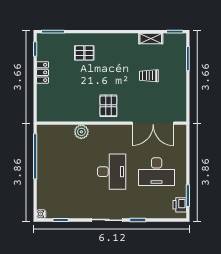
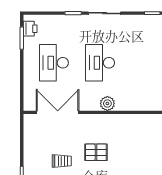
pallet: (108, 106) -> (96, 152), moved, turned 90
plant: (81, 132) -> (107, 103), moved
desk: (157, 172) -> (54, 63), turned -90

